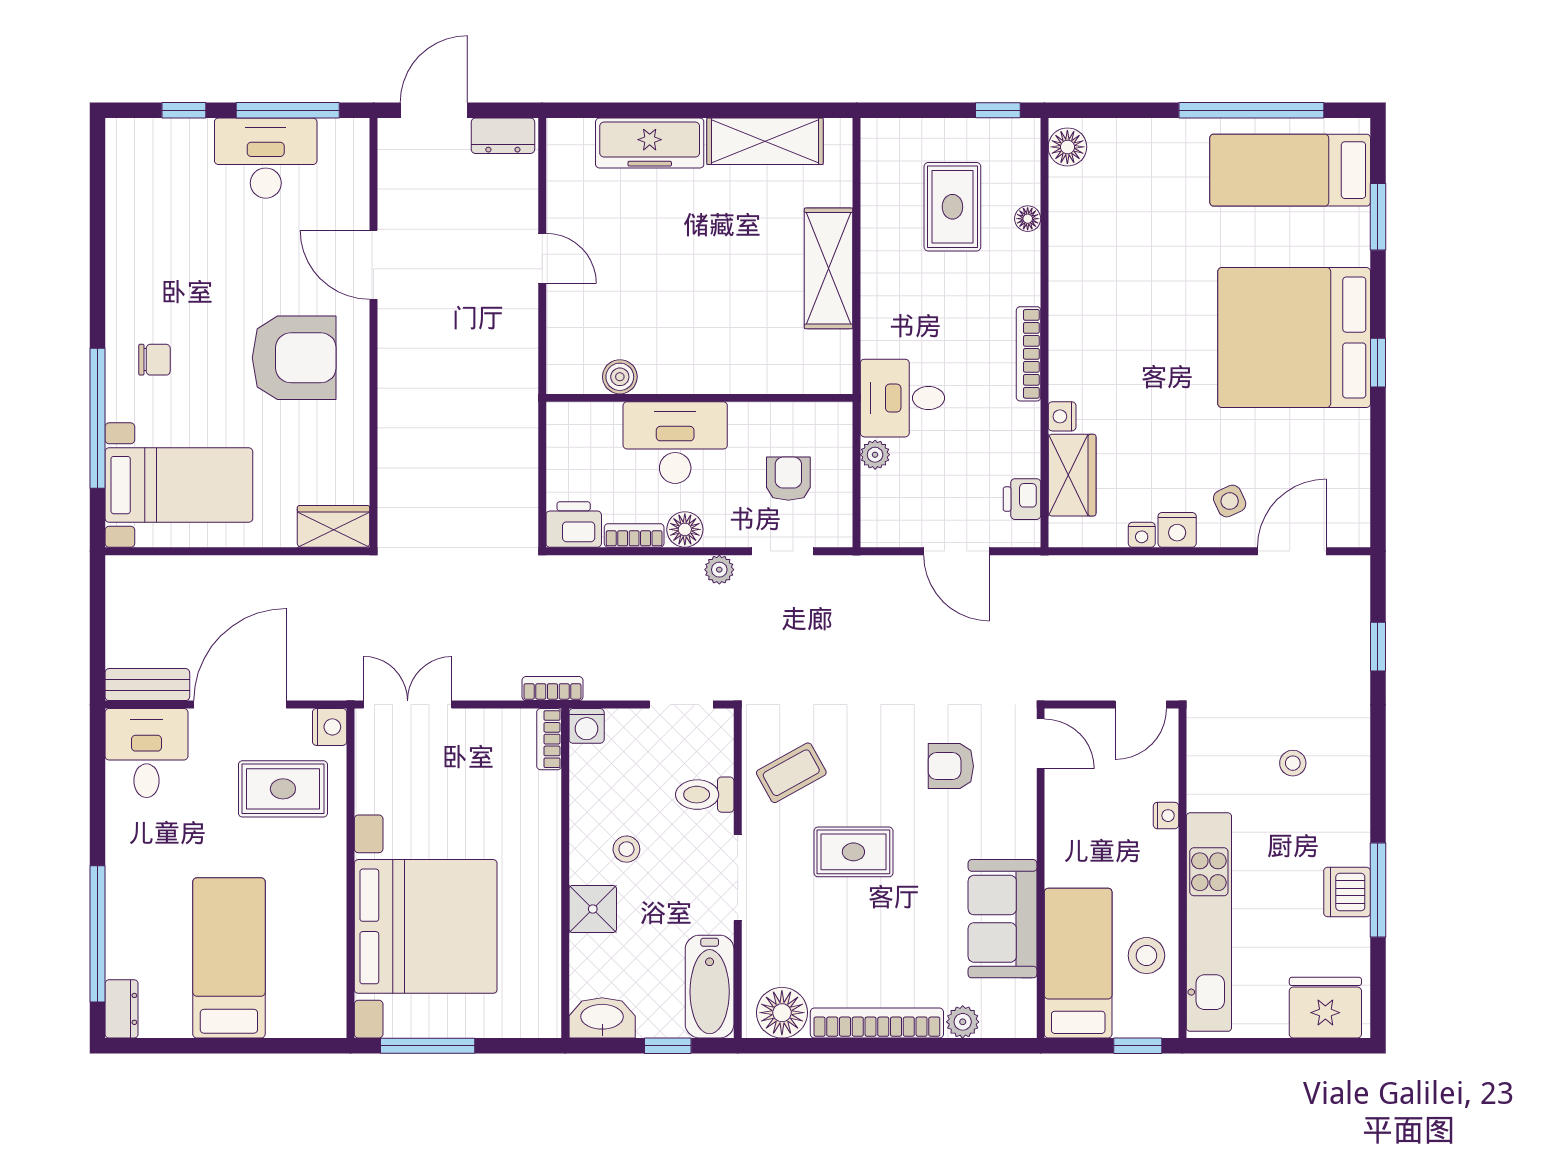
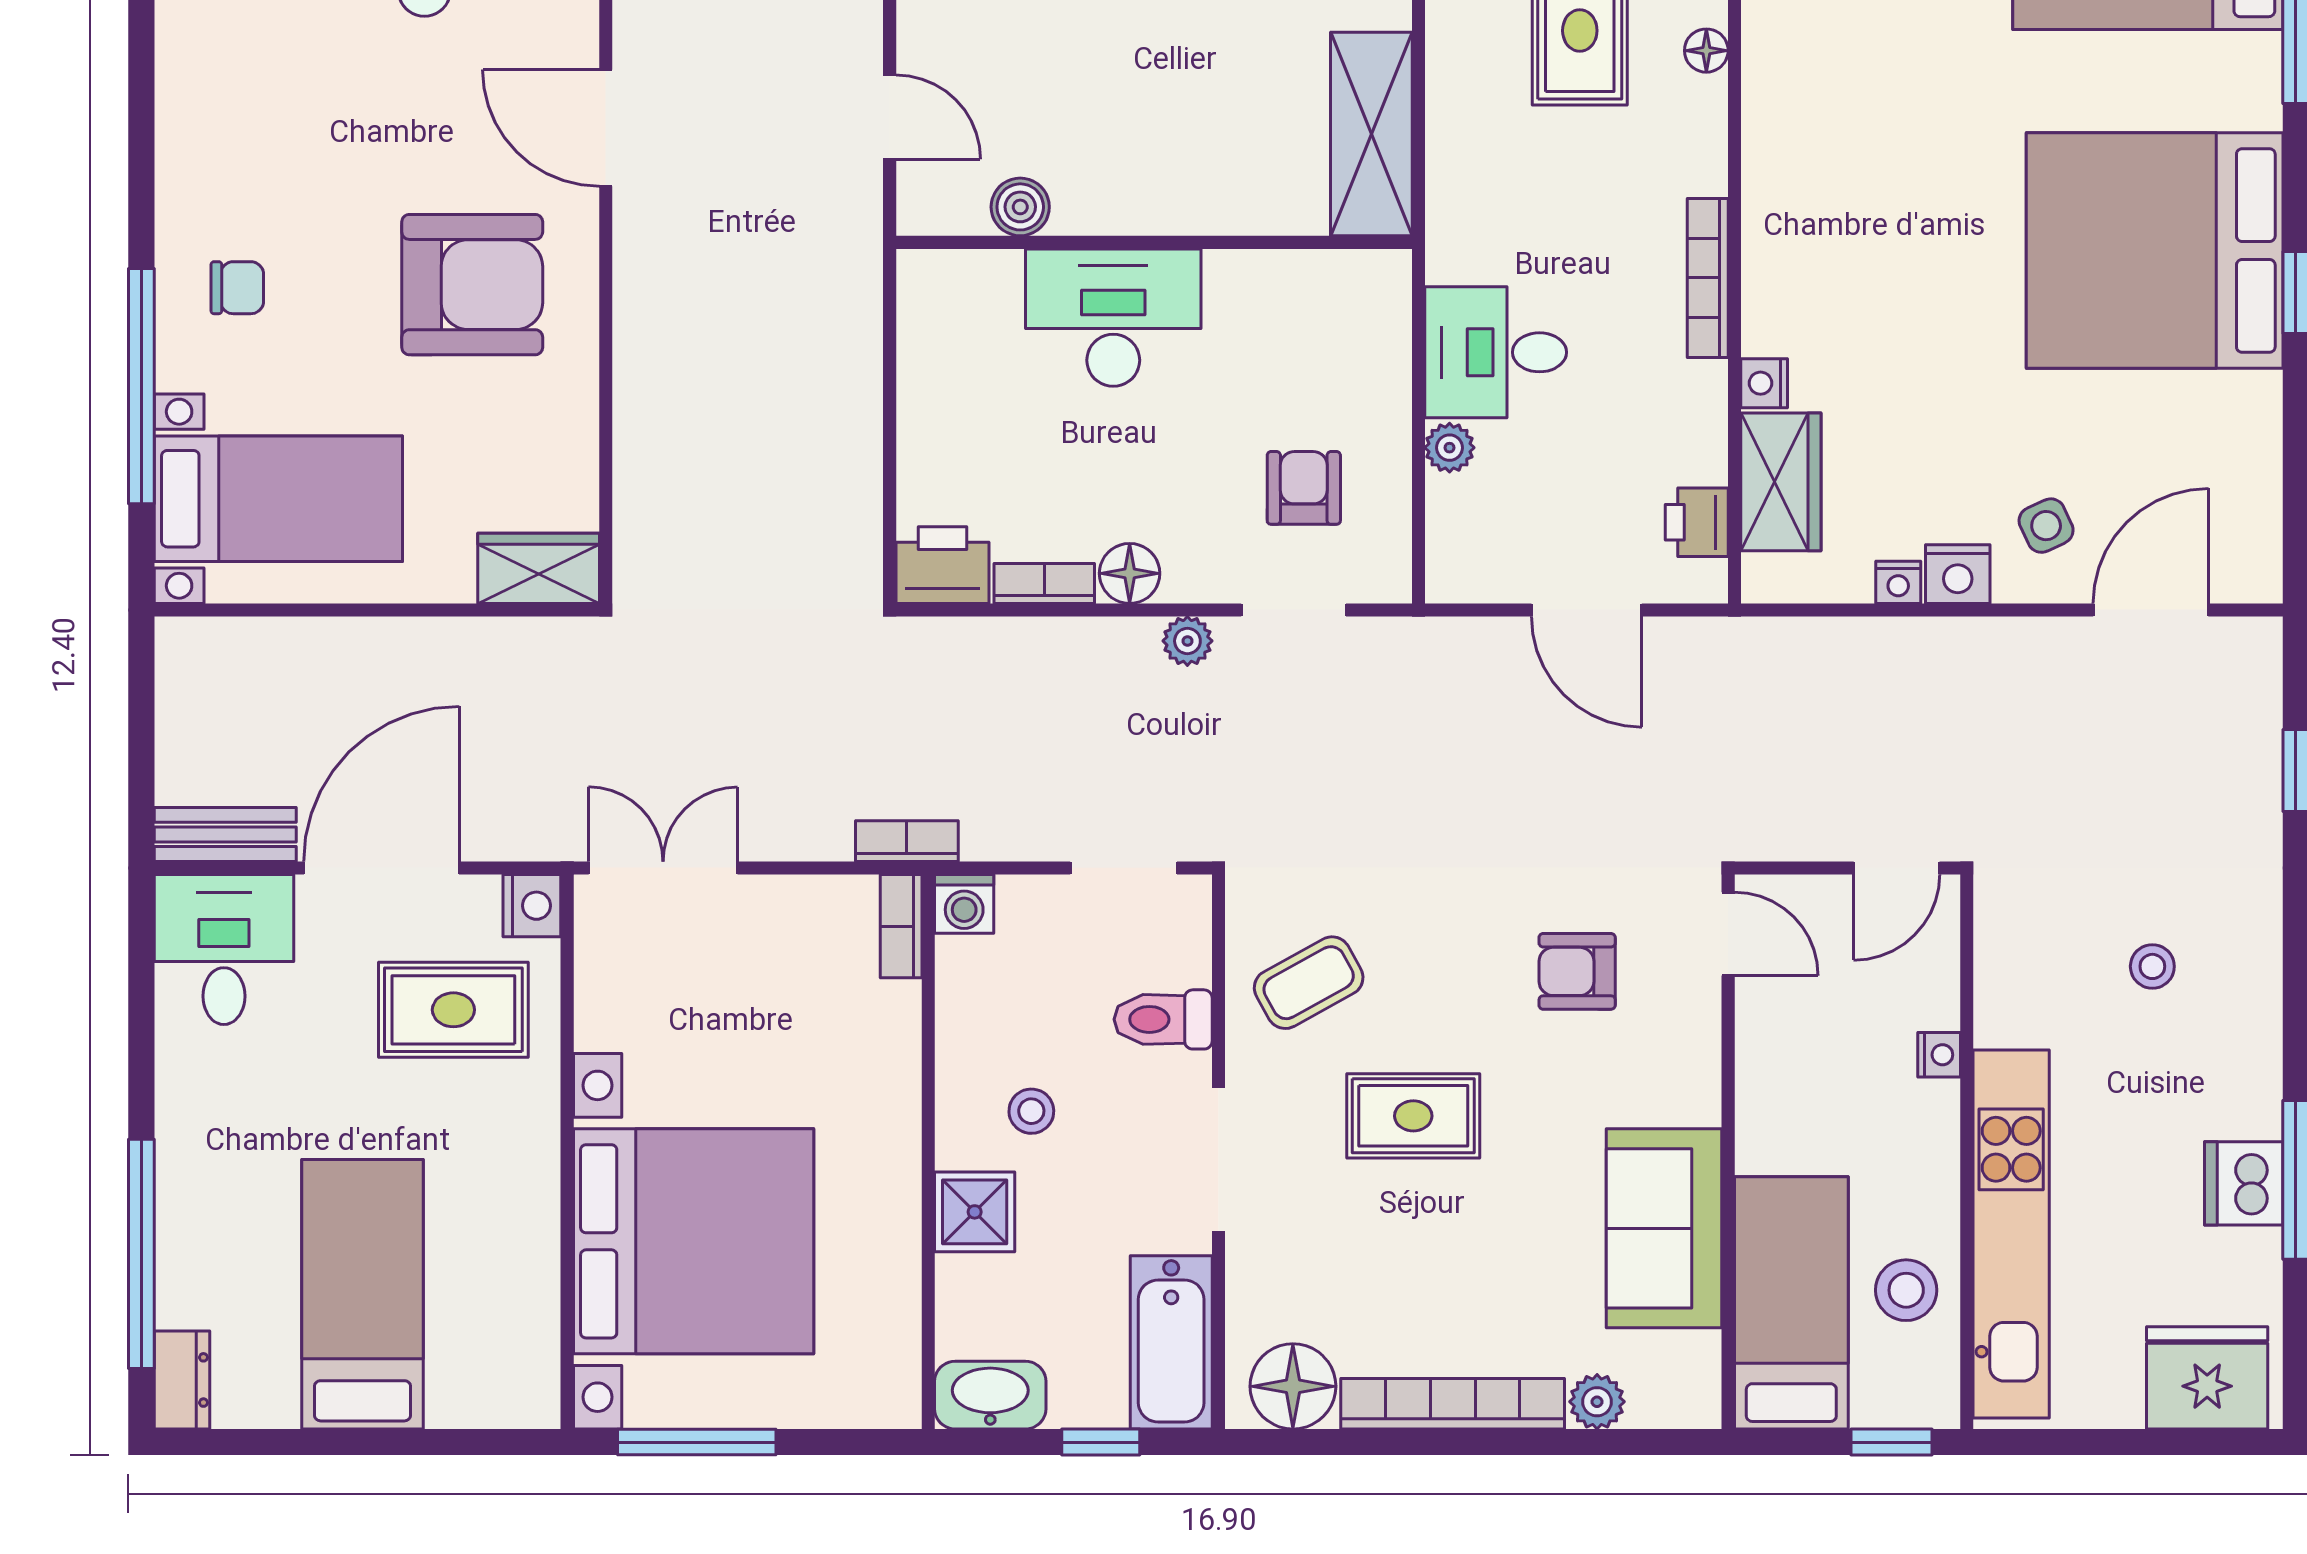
boiler: (620, 377) -> (1020, 207), moved
wall: (699, 398) -> (1154, 242), moved
desk: (675, 443) -> (1113, 318), moved

